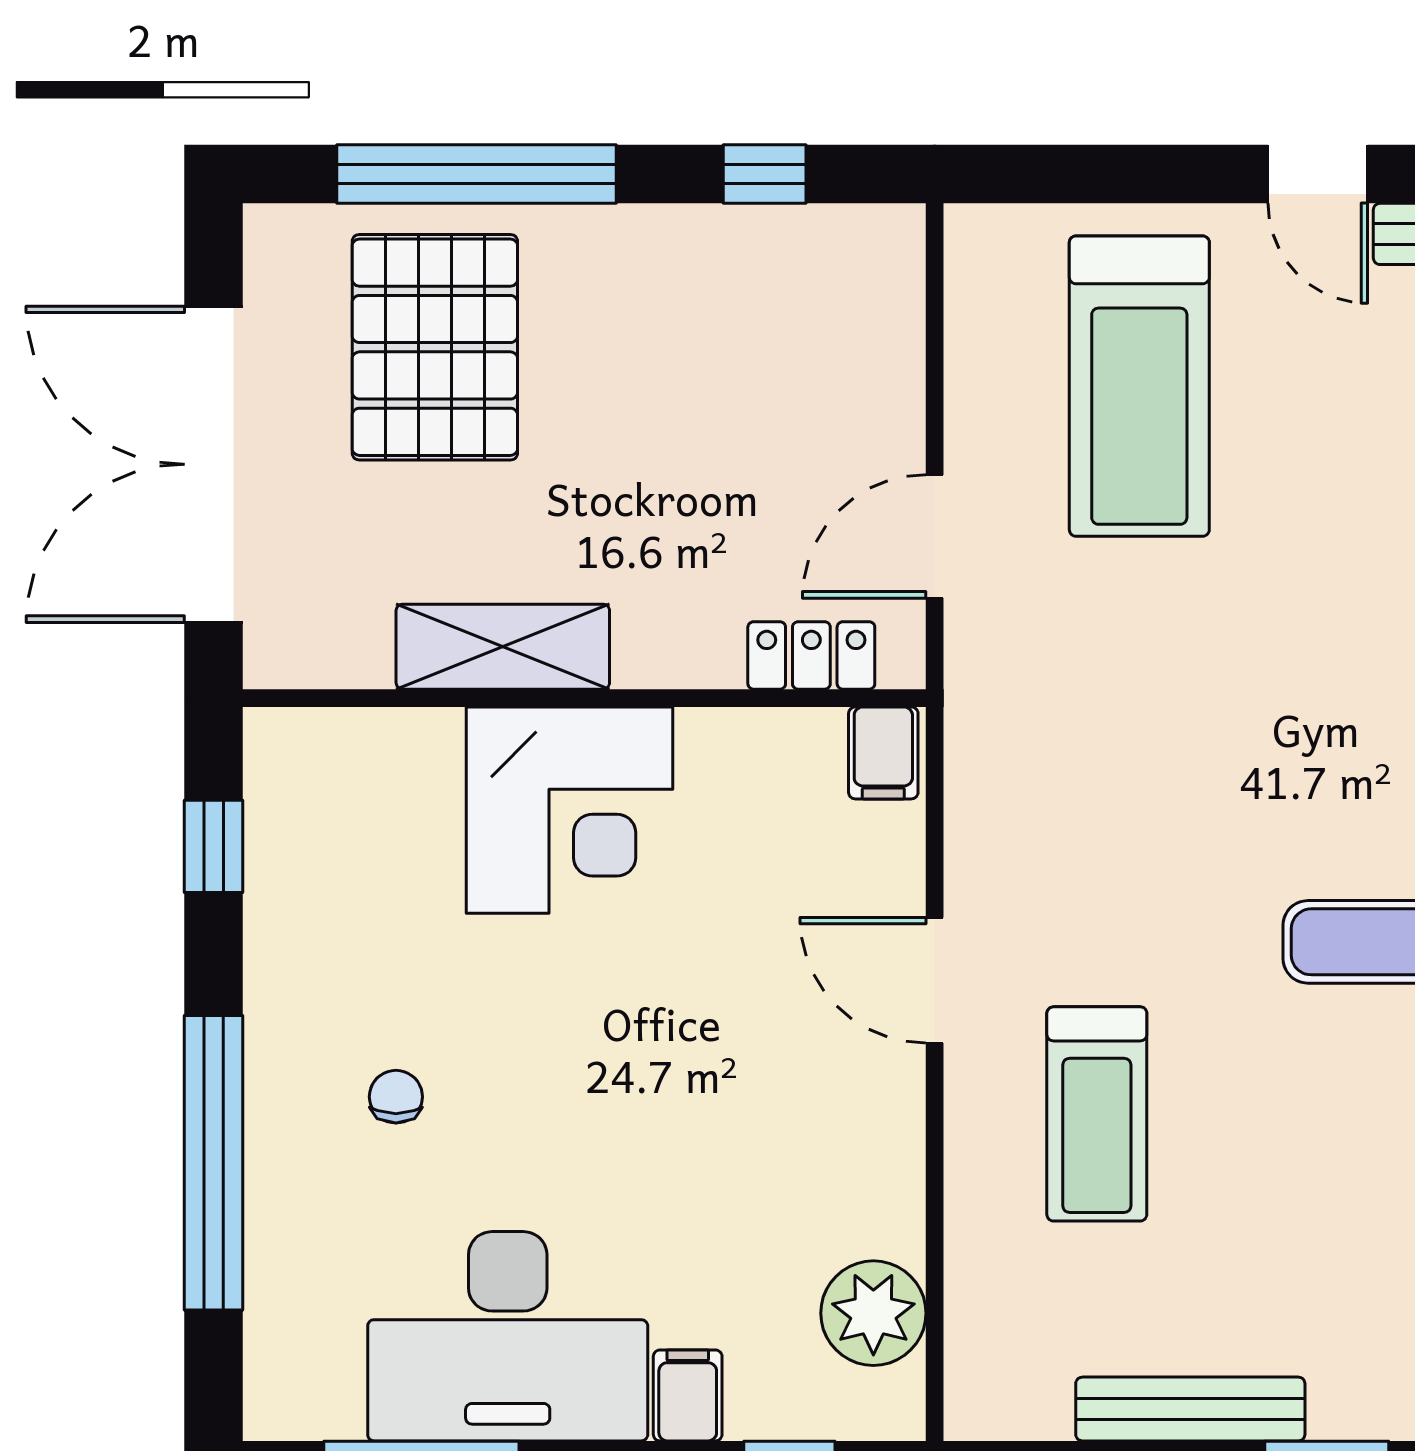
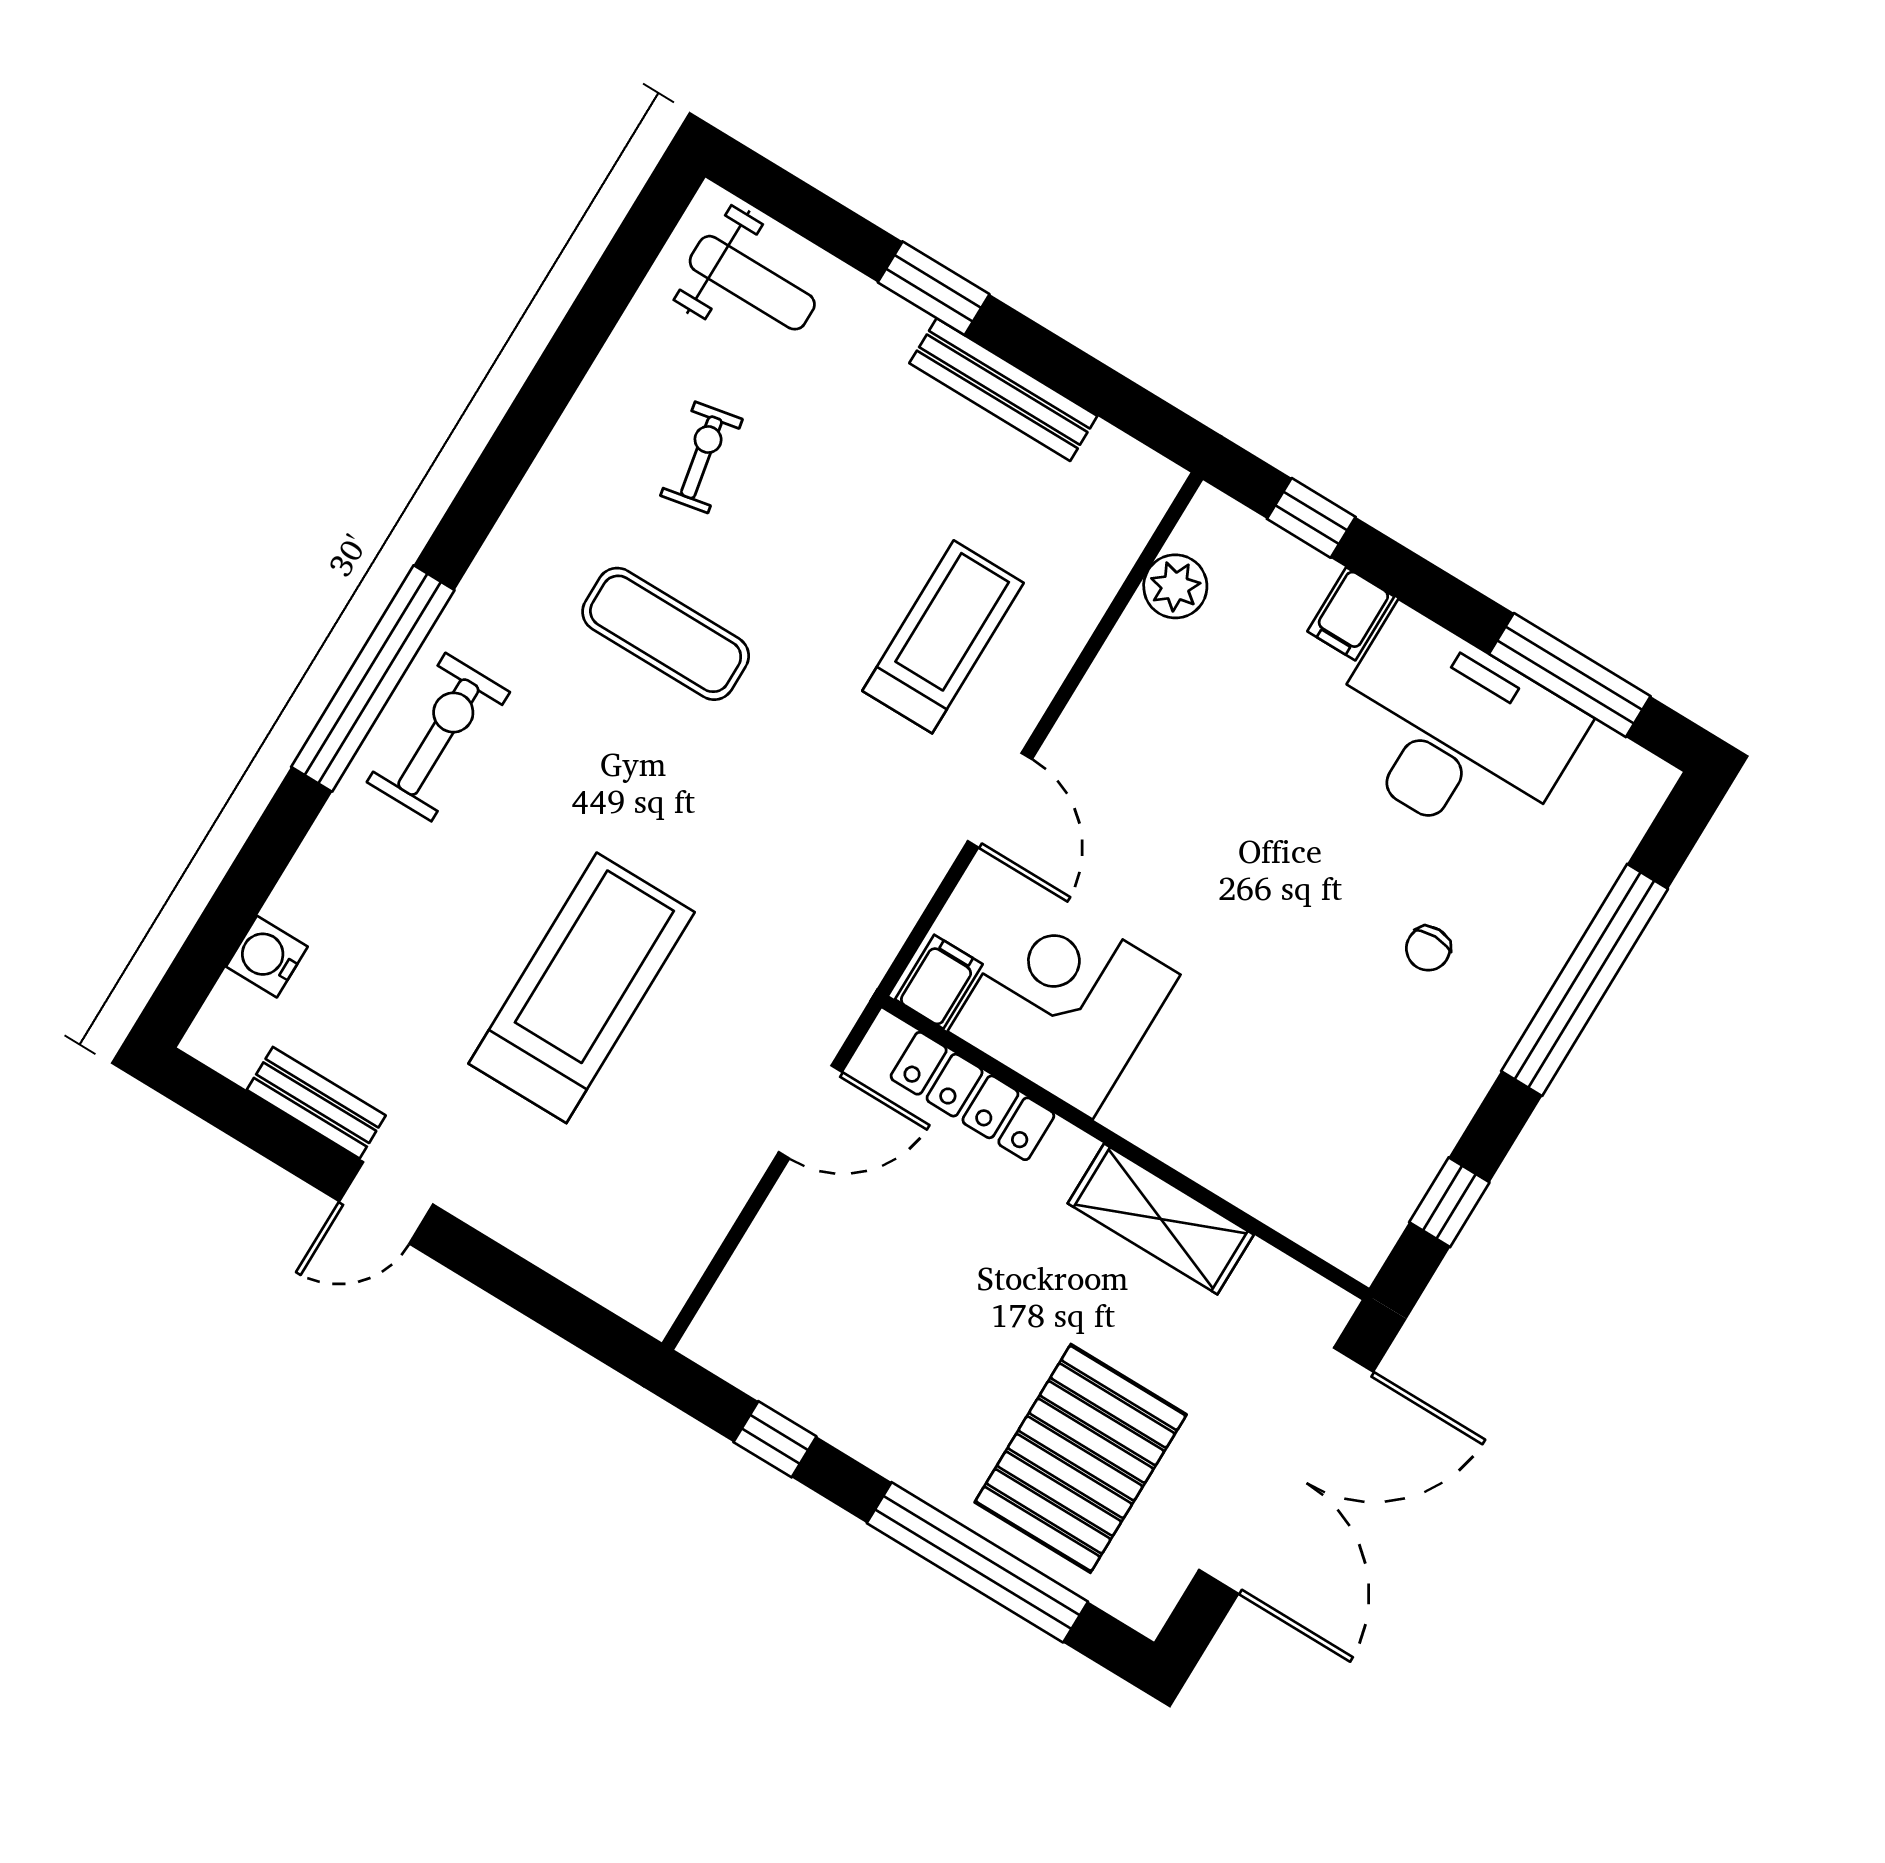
door: (1318, 174) -> (386, 1203), swing flipped
treadmill: (1139, 386) -> (582, 988), moved
locker: (811, 655) -> (972, 1096), width x1.53
corner desk: (569, 810) -> (1064, 1003), moved
plant: (873, 1313) -> (1175, 586), width x0.73, depth x0.73

